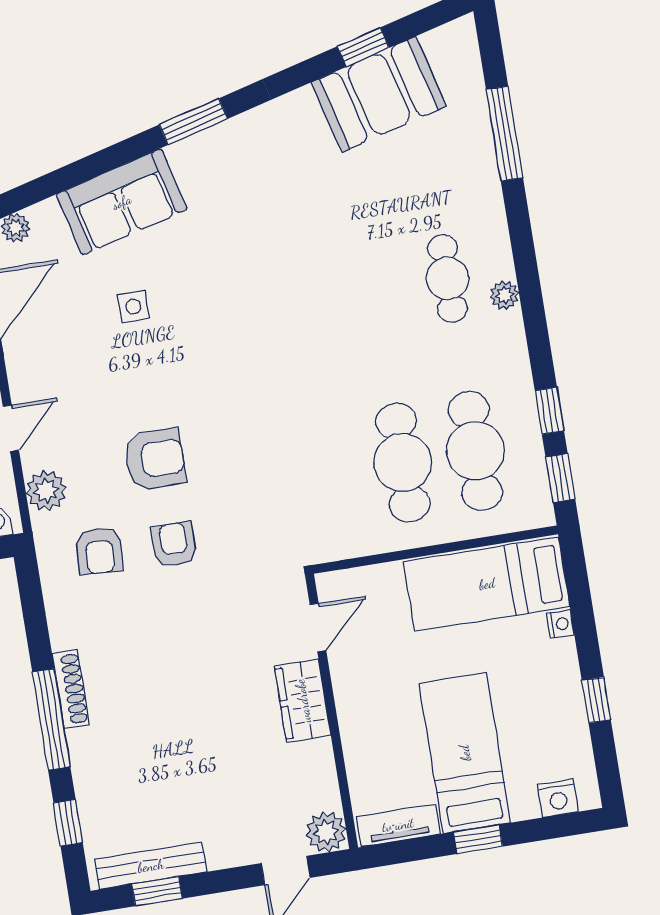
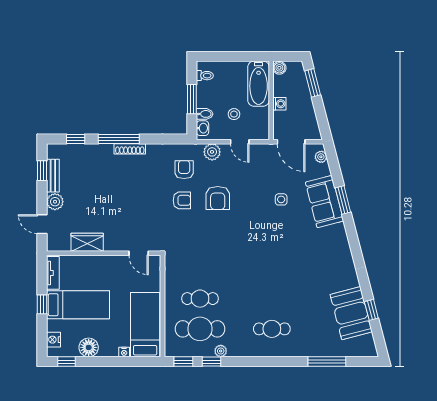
window: (193, 122) -> (343, 200), moved
plant: (505, 295) -> (221, 351), moved
cafe table: (403, 463) -> (200, 299), width x0.73, depth x0.74
armchair: (100, 551) -> (184, 170), turned 86
window: (596, 700) -> (67, 362), moved
wardrobe: (303, 701) -> (87, 242), moved
floor lamp: (563, 711) -> (89, 347), added
plant: (326, 832) -> (55, 202), moved
bench: (151, 866) -> (53, 176), width x0.73

